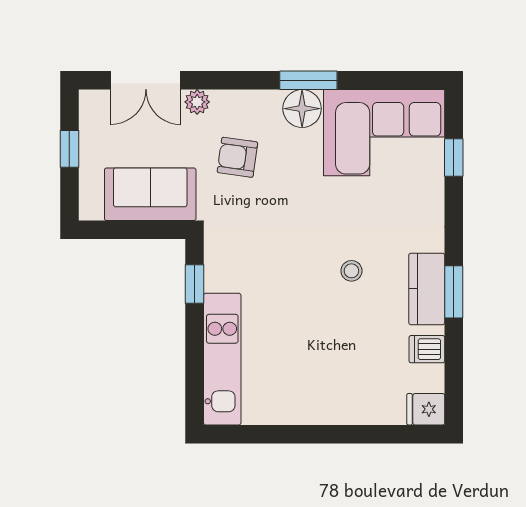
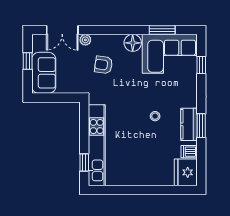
window: (308, 80) -> (162, 30), moved
sofa: (150, 194) -> (44, 73), moved, turned 90
window: (195, 284) -> (84, 162), moved
kitchen unit: (222, 359) -> (97, 145), width x1.36
fridge: (426, 409) -> (186, 172), width x1.88, depth x1.34

